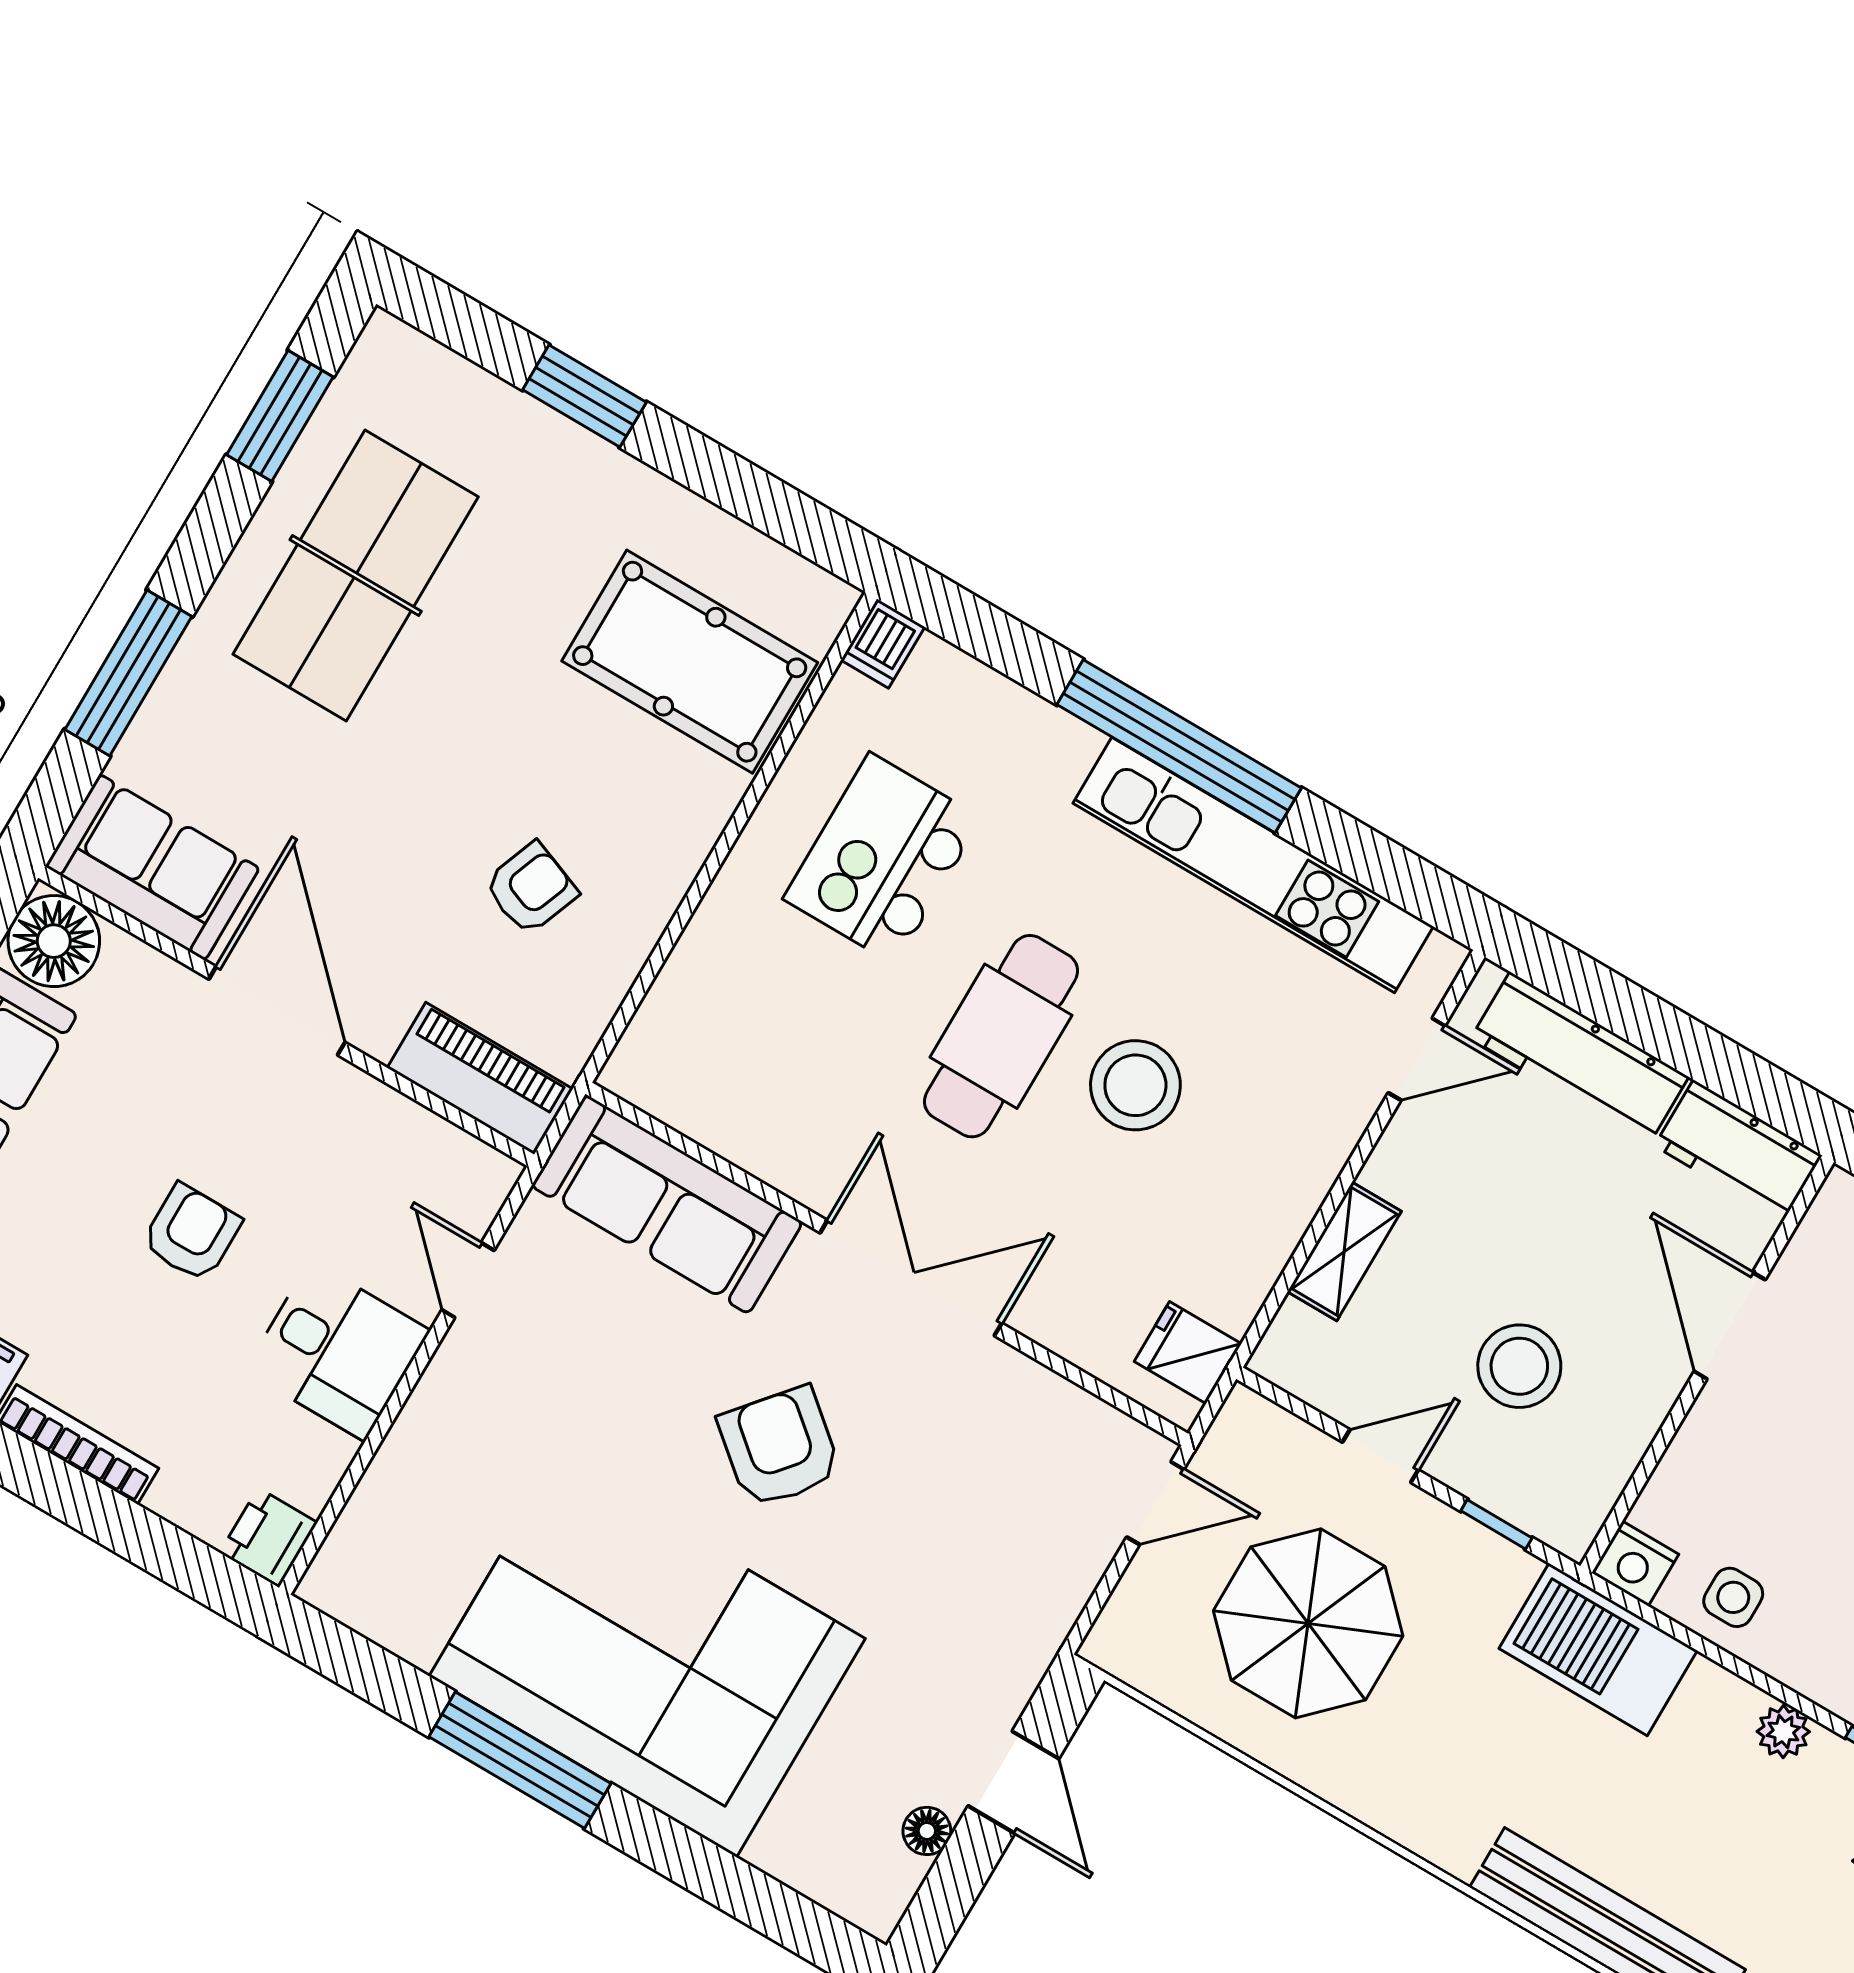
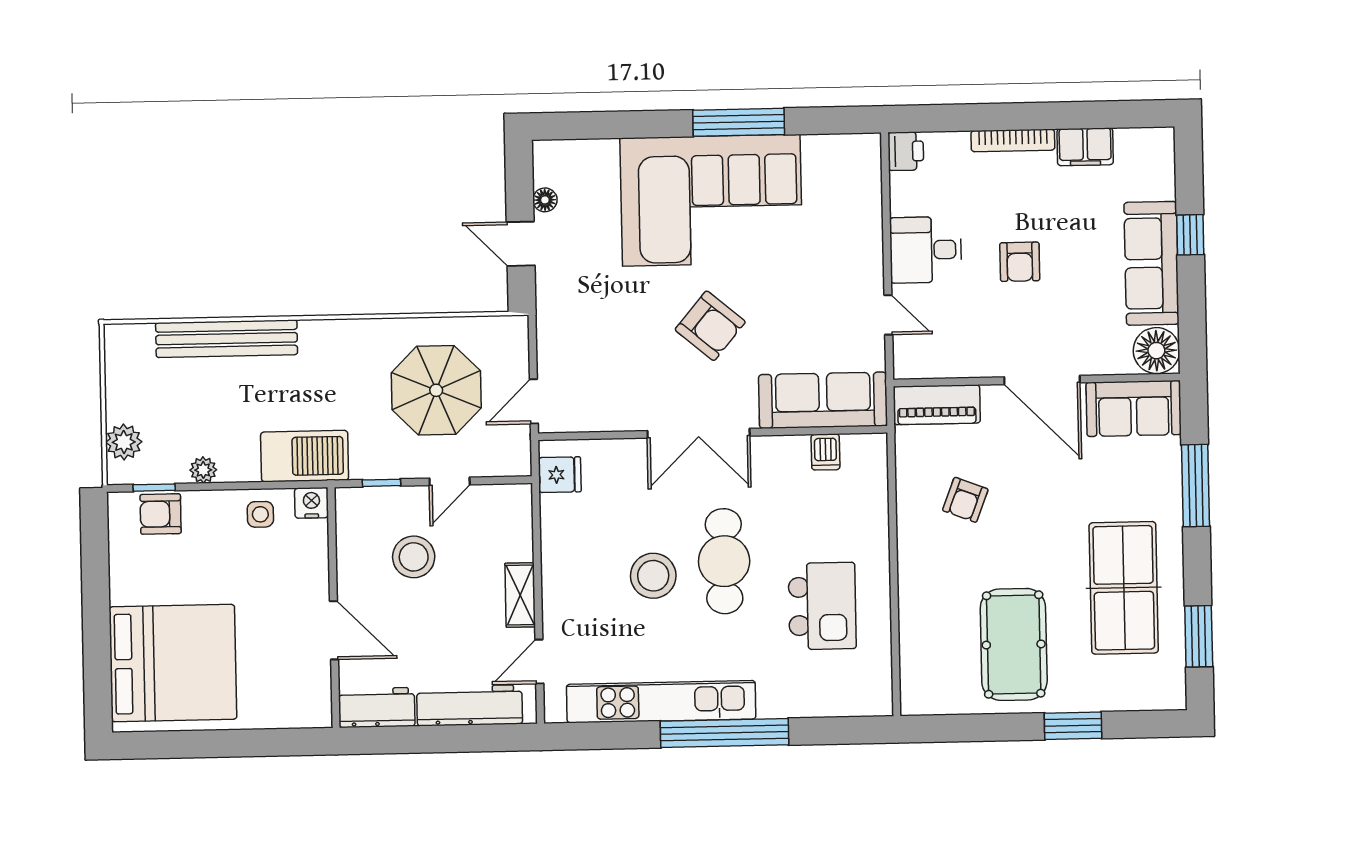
dishwasher: (883, 643) -> (825, 452), moved, turned 180
pool table: (690, 662) -> (1014, 644), moved, turned 90
shelving: (1344, 1251) -> (520, 595), moved

